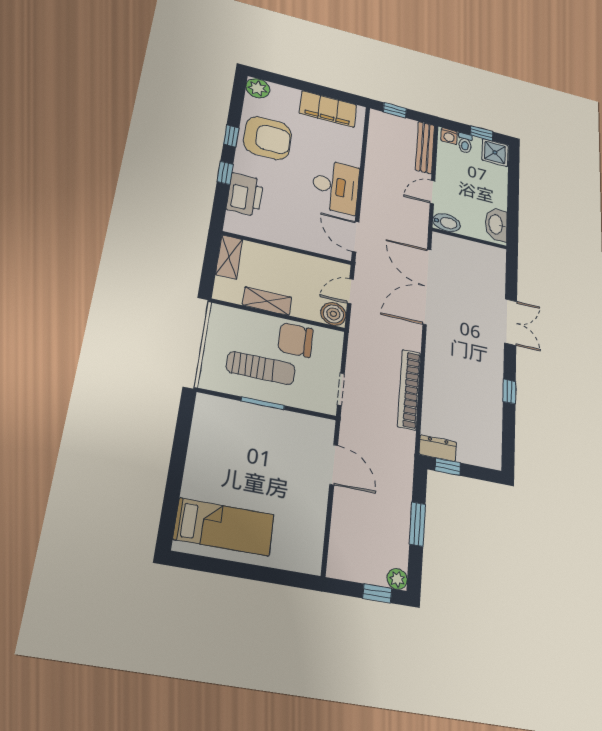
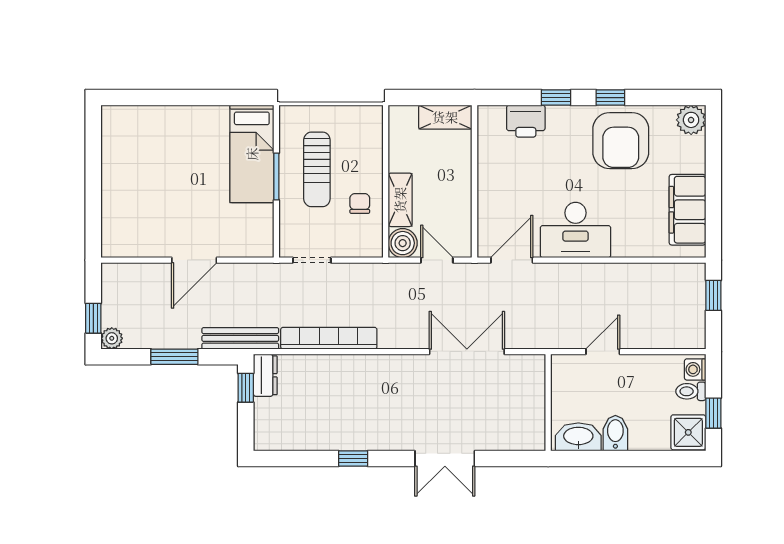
bench: (425, 148) -> (240, 338), moved
door: (432, 192) -> (603, 352), hinge flipped
printer: (245, 195) -> (526, 121), width x0.73, depth x0.84
bidet: (446, 223) -> (615, 433), moved, turned 180
double door: (427, 286) -> (467, 352), width x0.73
shelving: (267, 301) -> (400, 200), moved
chair: (295, 340) -> (360, 203), width x0.54, depth x0.54
door: (334, 465) -> (194, 260), moved
bed: (224, 527) -> (252, 154), moved

